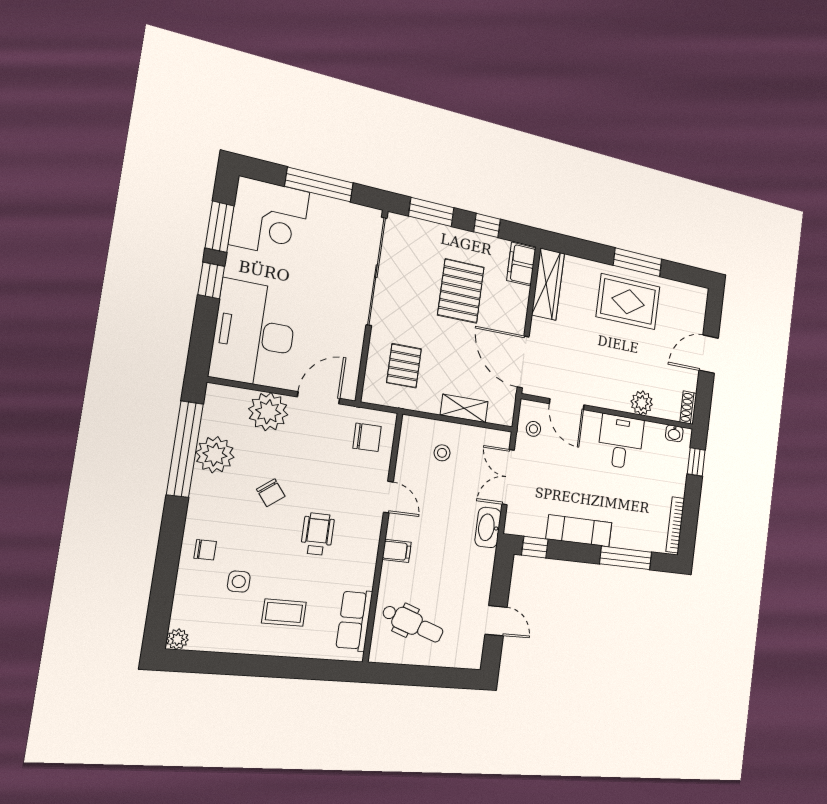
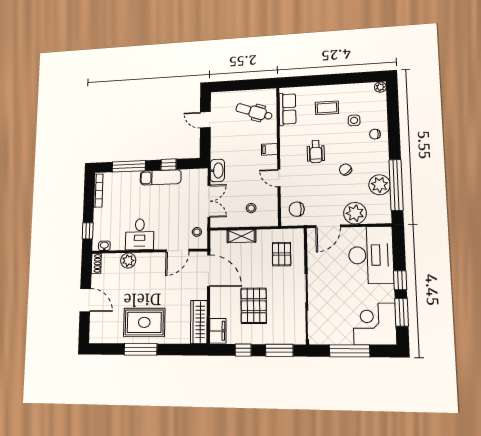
door: (709, 354) -> (85, 300), hinge flipped
door: (567, 404) -> (177, 251), swing flipped
window: (535, 547) -> (169, 165), moved

